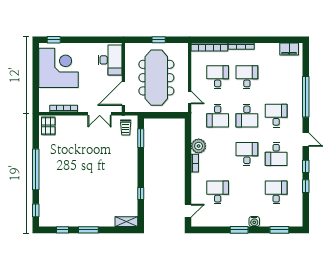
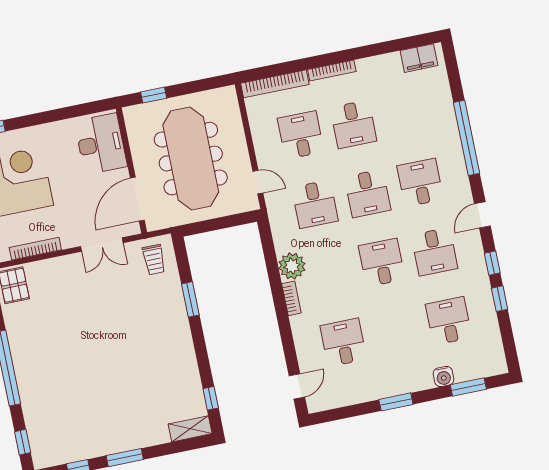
window: (159, 40) -> (154, 95), moved
desk: (247, 77) -> (353, 124), turned 180
window: (141, 138) -> (190, 299), moved
door: (306, 140) -> (482, 215), swing flipped
window: (141, 194) -> (211, 398), moved
water cooler: (254, 222) -> (443, 377), moved

